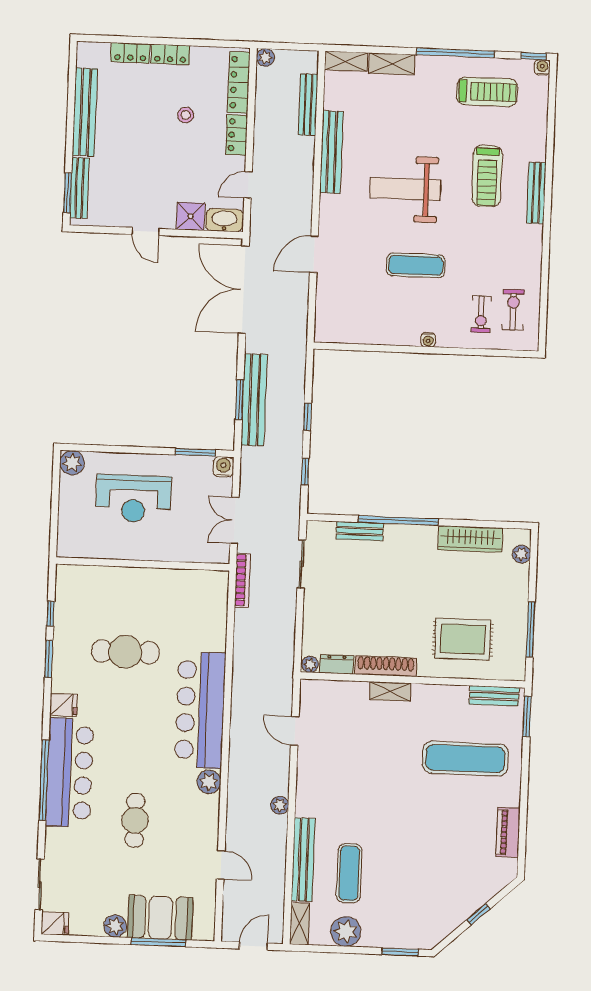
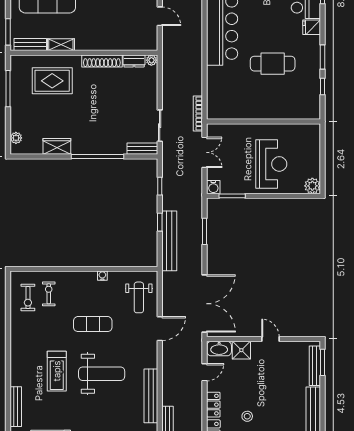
treadmill: (487, 176) -> (57, 371), moved, turned 180
bench: (536, 193) -> (16, 407), moved
weight bench: (344, 303) -> (139, 297), added
water cooler: (428, 340) -> (102, 276), moved
bench: (254, 400) -> (169, 241), moved
reception desk: (134, 499) -> (271, 164), turned 90
bench: (360, 531) -> (142, 149), moved
wardrobe: (470, 539) -> (57, 146), width x0.67
shelving: (390, 691) -> (61, 45), moved

